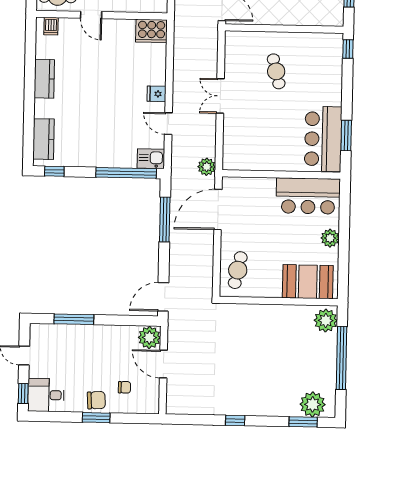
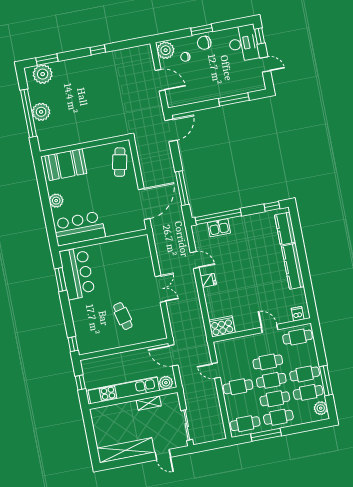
kitchen counter: (44, 79) -> (293, 266), width x1.50
kitchen sink: (151, 159) -> (219, 228), moved
plant: (207, 167) -> (159, 234), removed
plant: (326, 320) -> (41, 112), moved
plant: (149, 338) -> (166, 50), moved
desk: (46, 395) -> (243, 43), width x1.37

